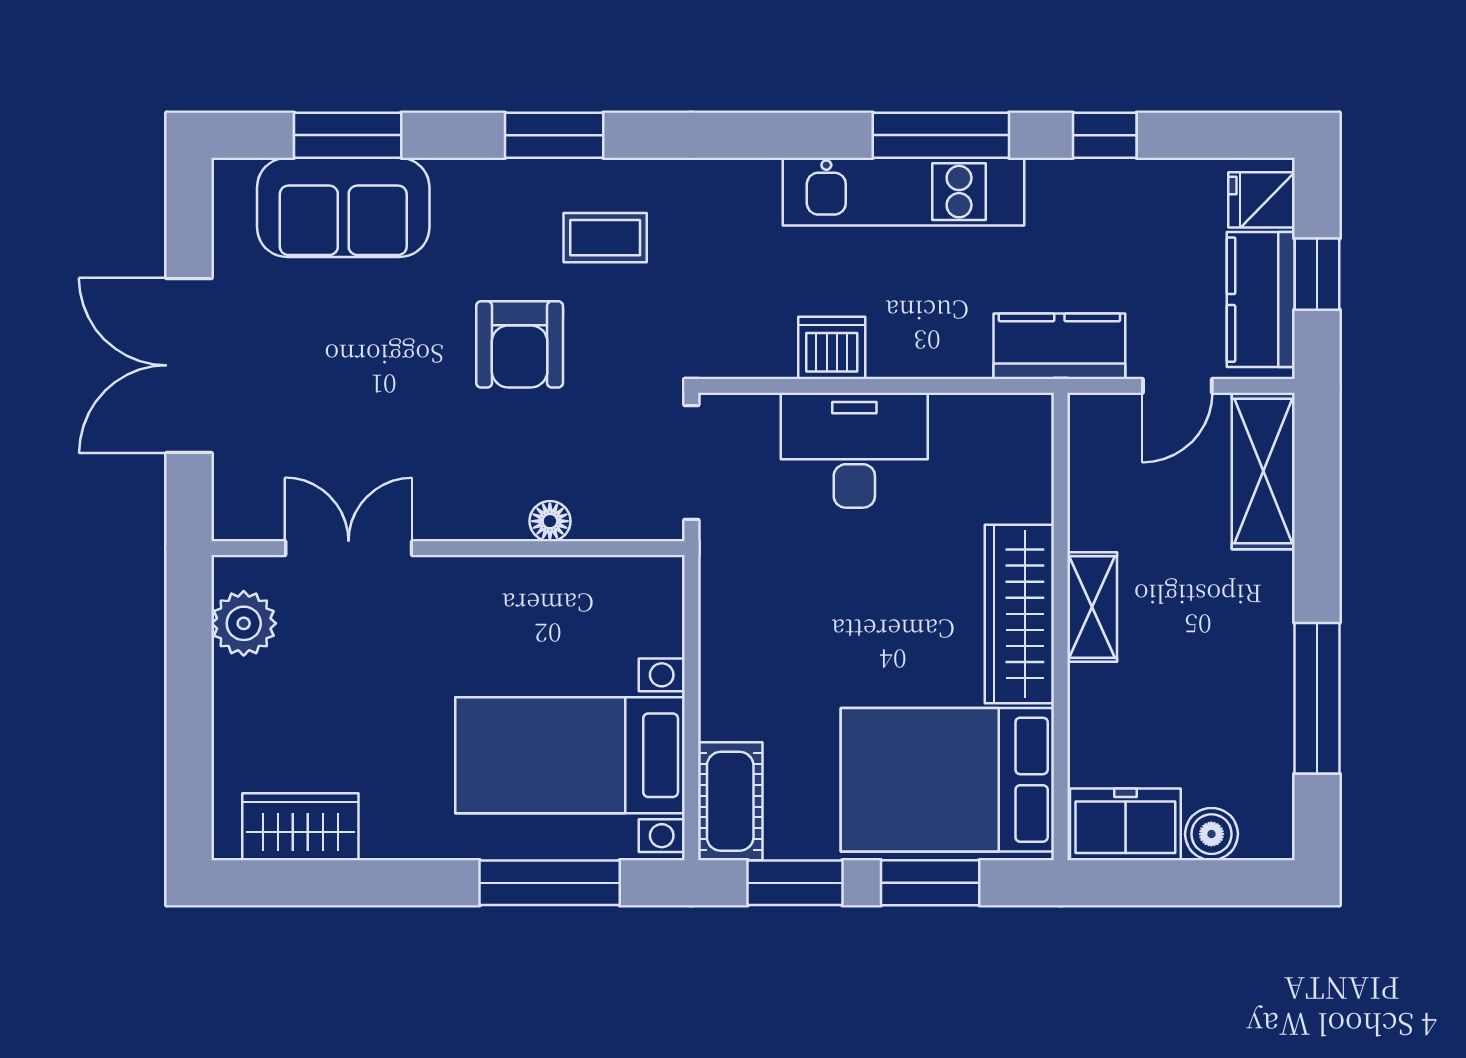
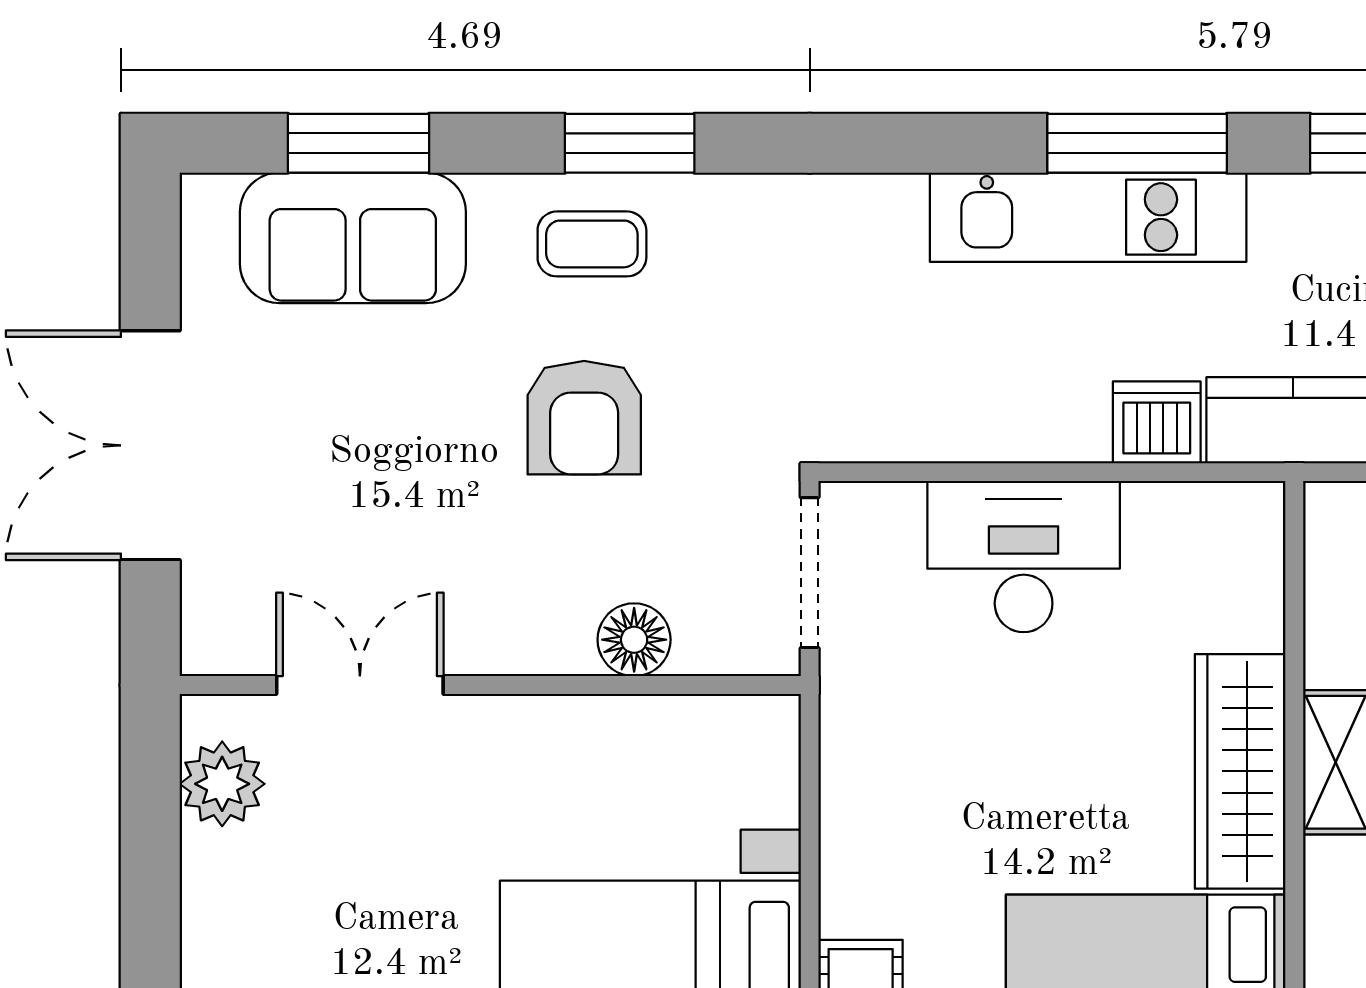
coffee table: (605, 238) -> (592, 244), moved
dishwasher: (832, 348) -> (1157, 422), moved
floor lamp: (550, 521) -> (634, 640), width x1.37, depth x1.37

